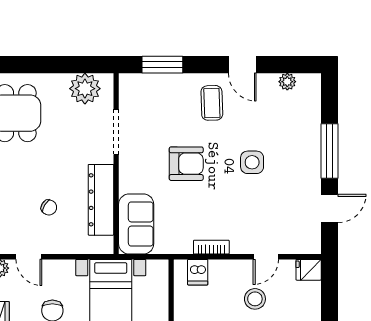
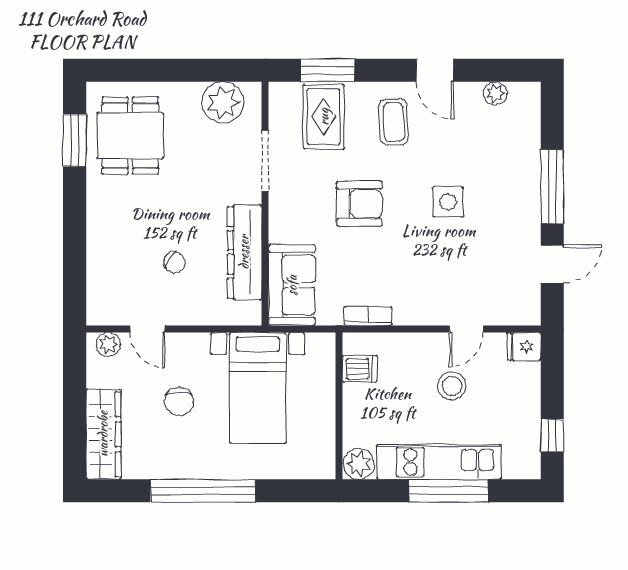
rug: (160, 99) -> (324, 117), added
bookcase: (211, 247) -> (368, 316), moved
dishwasher: (198, 272) -> (360, 369), moved, turned -90

